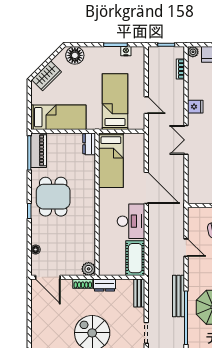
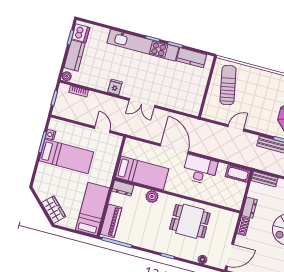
floor lamp: (75, 55) -> (42, 180), removed
bed: (115, 102) -> (66, 156), moved, turned 180
door: (146, 105) -> (102, 130), hinge flipped
piano: (39, 150) -> (111, 221), moved, turned 90
door: (146, 188) -> (174, 149), hinge flipped
dining table: (53, 197) -> (190, 221), moved
cot: (135, 258) -> (238, 174), width x0.73, depth x0.75
plant: (89, 269) -> (152, 197), moved

